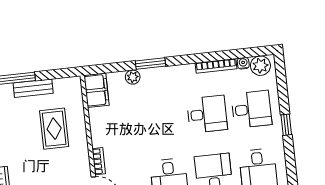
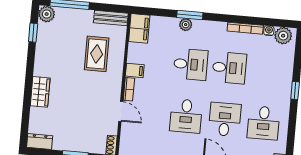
plant: (133, 77) -> (186, 25), moved
bench: (33, 88) -> (111, 18), moved
desk: (251, 109) -> (191, 64), moved
filing cabinet: (101, 139) -> (135, 70), added

